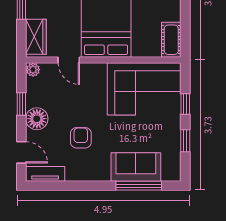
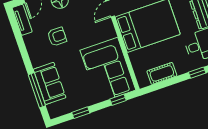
cot: (171, 40) -> (162, 73), moved
window: (185, 104) -> (118, 100), moved

